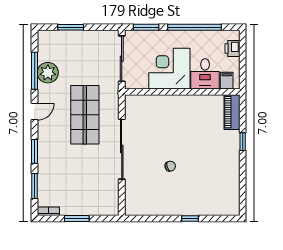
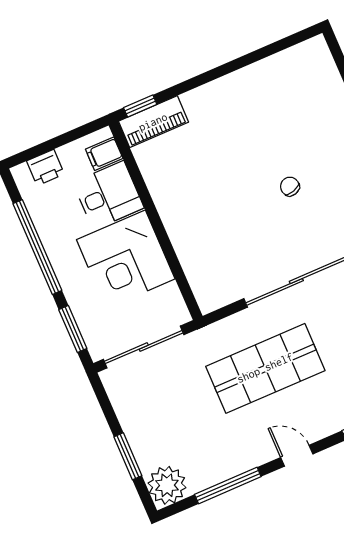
plant: (48, 73) -> (167, 485), moved
window: (243, 142) -> (140, 106), moved

